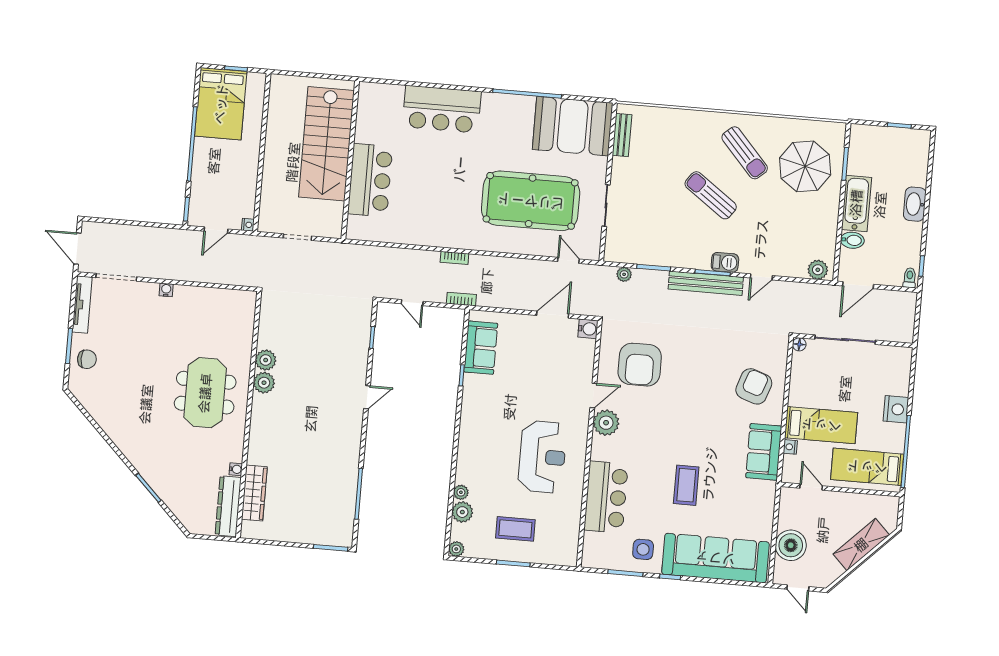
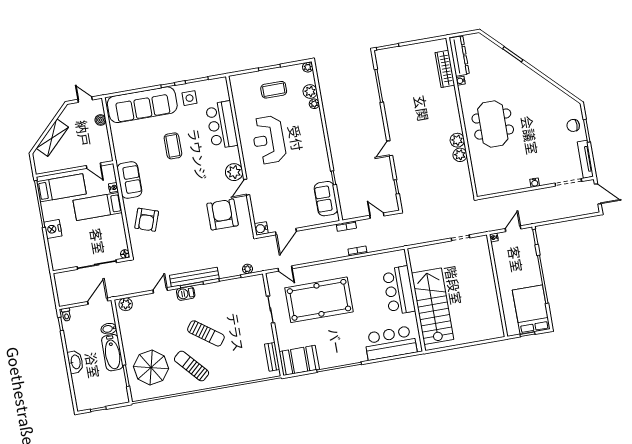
booth: (573, 126) -> (299, 360), width x0.73, depth x0.70
stairs: (326, 144) -> (433, 306), moved
wall: (350, 160) -> (415, 300), moved
bar counter: (370, 180) -> (399, 290), moved
boiler: (791, 545) -> (101, 120), width x0.54, depth x0.54

